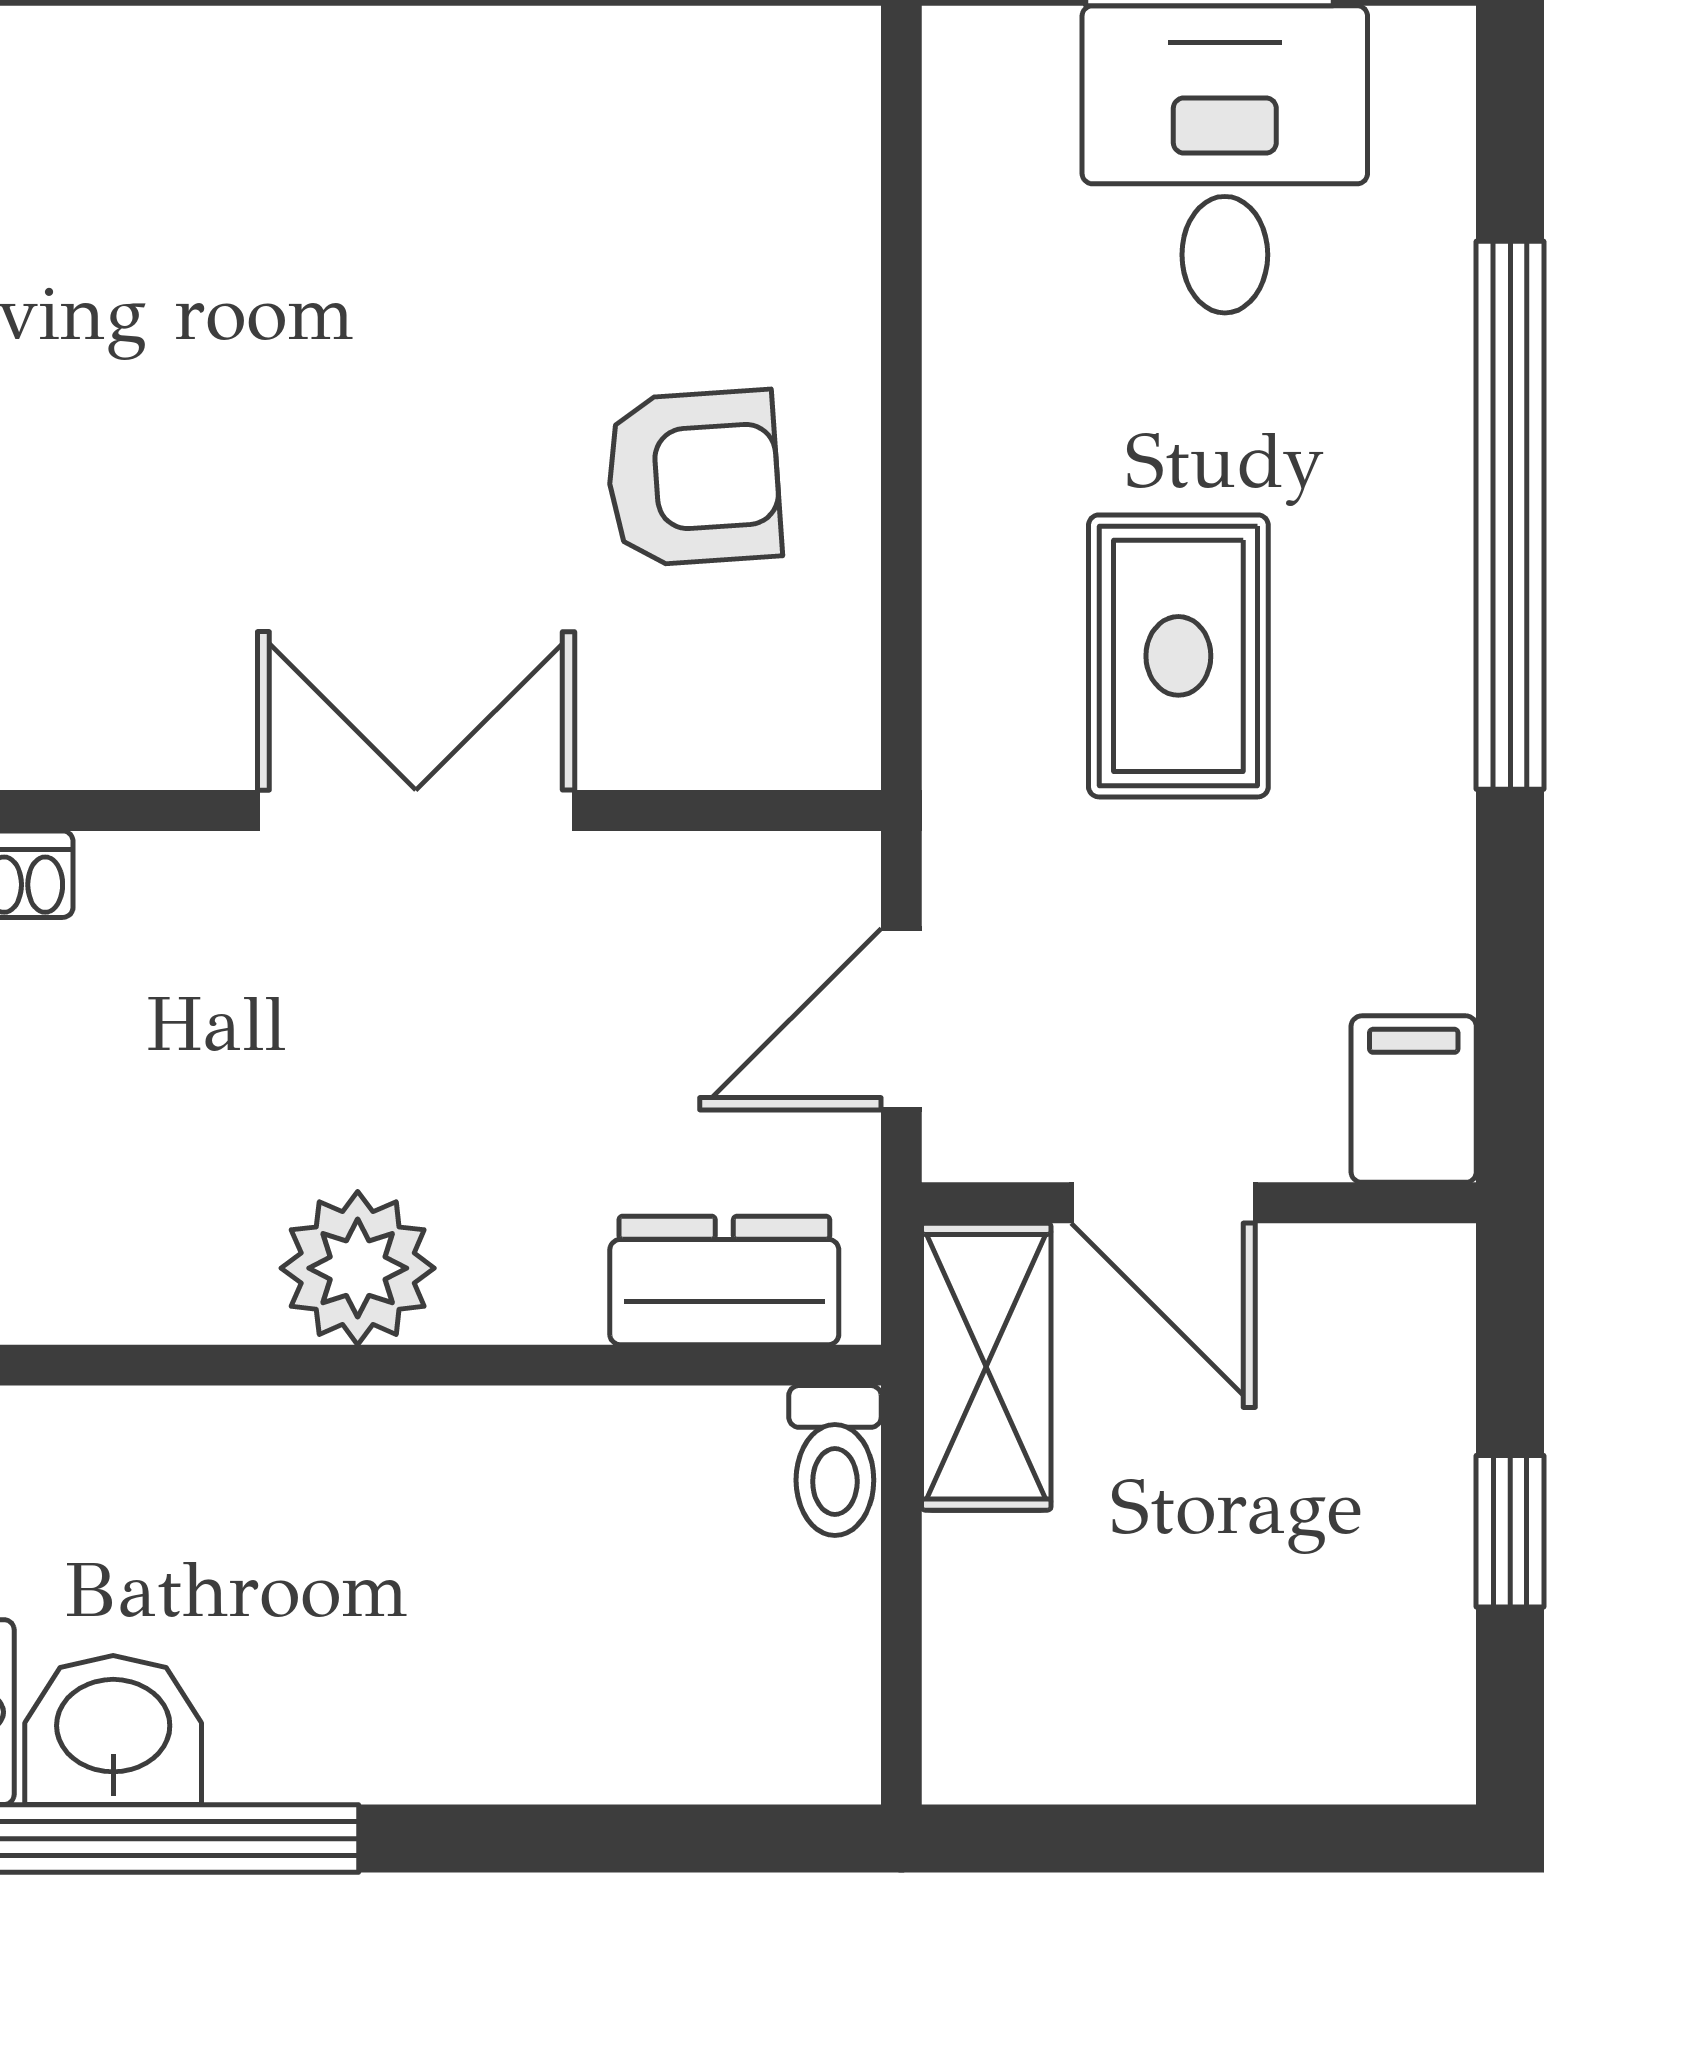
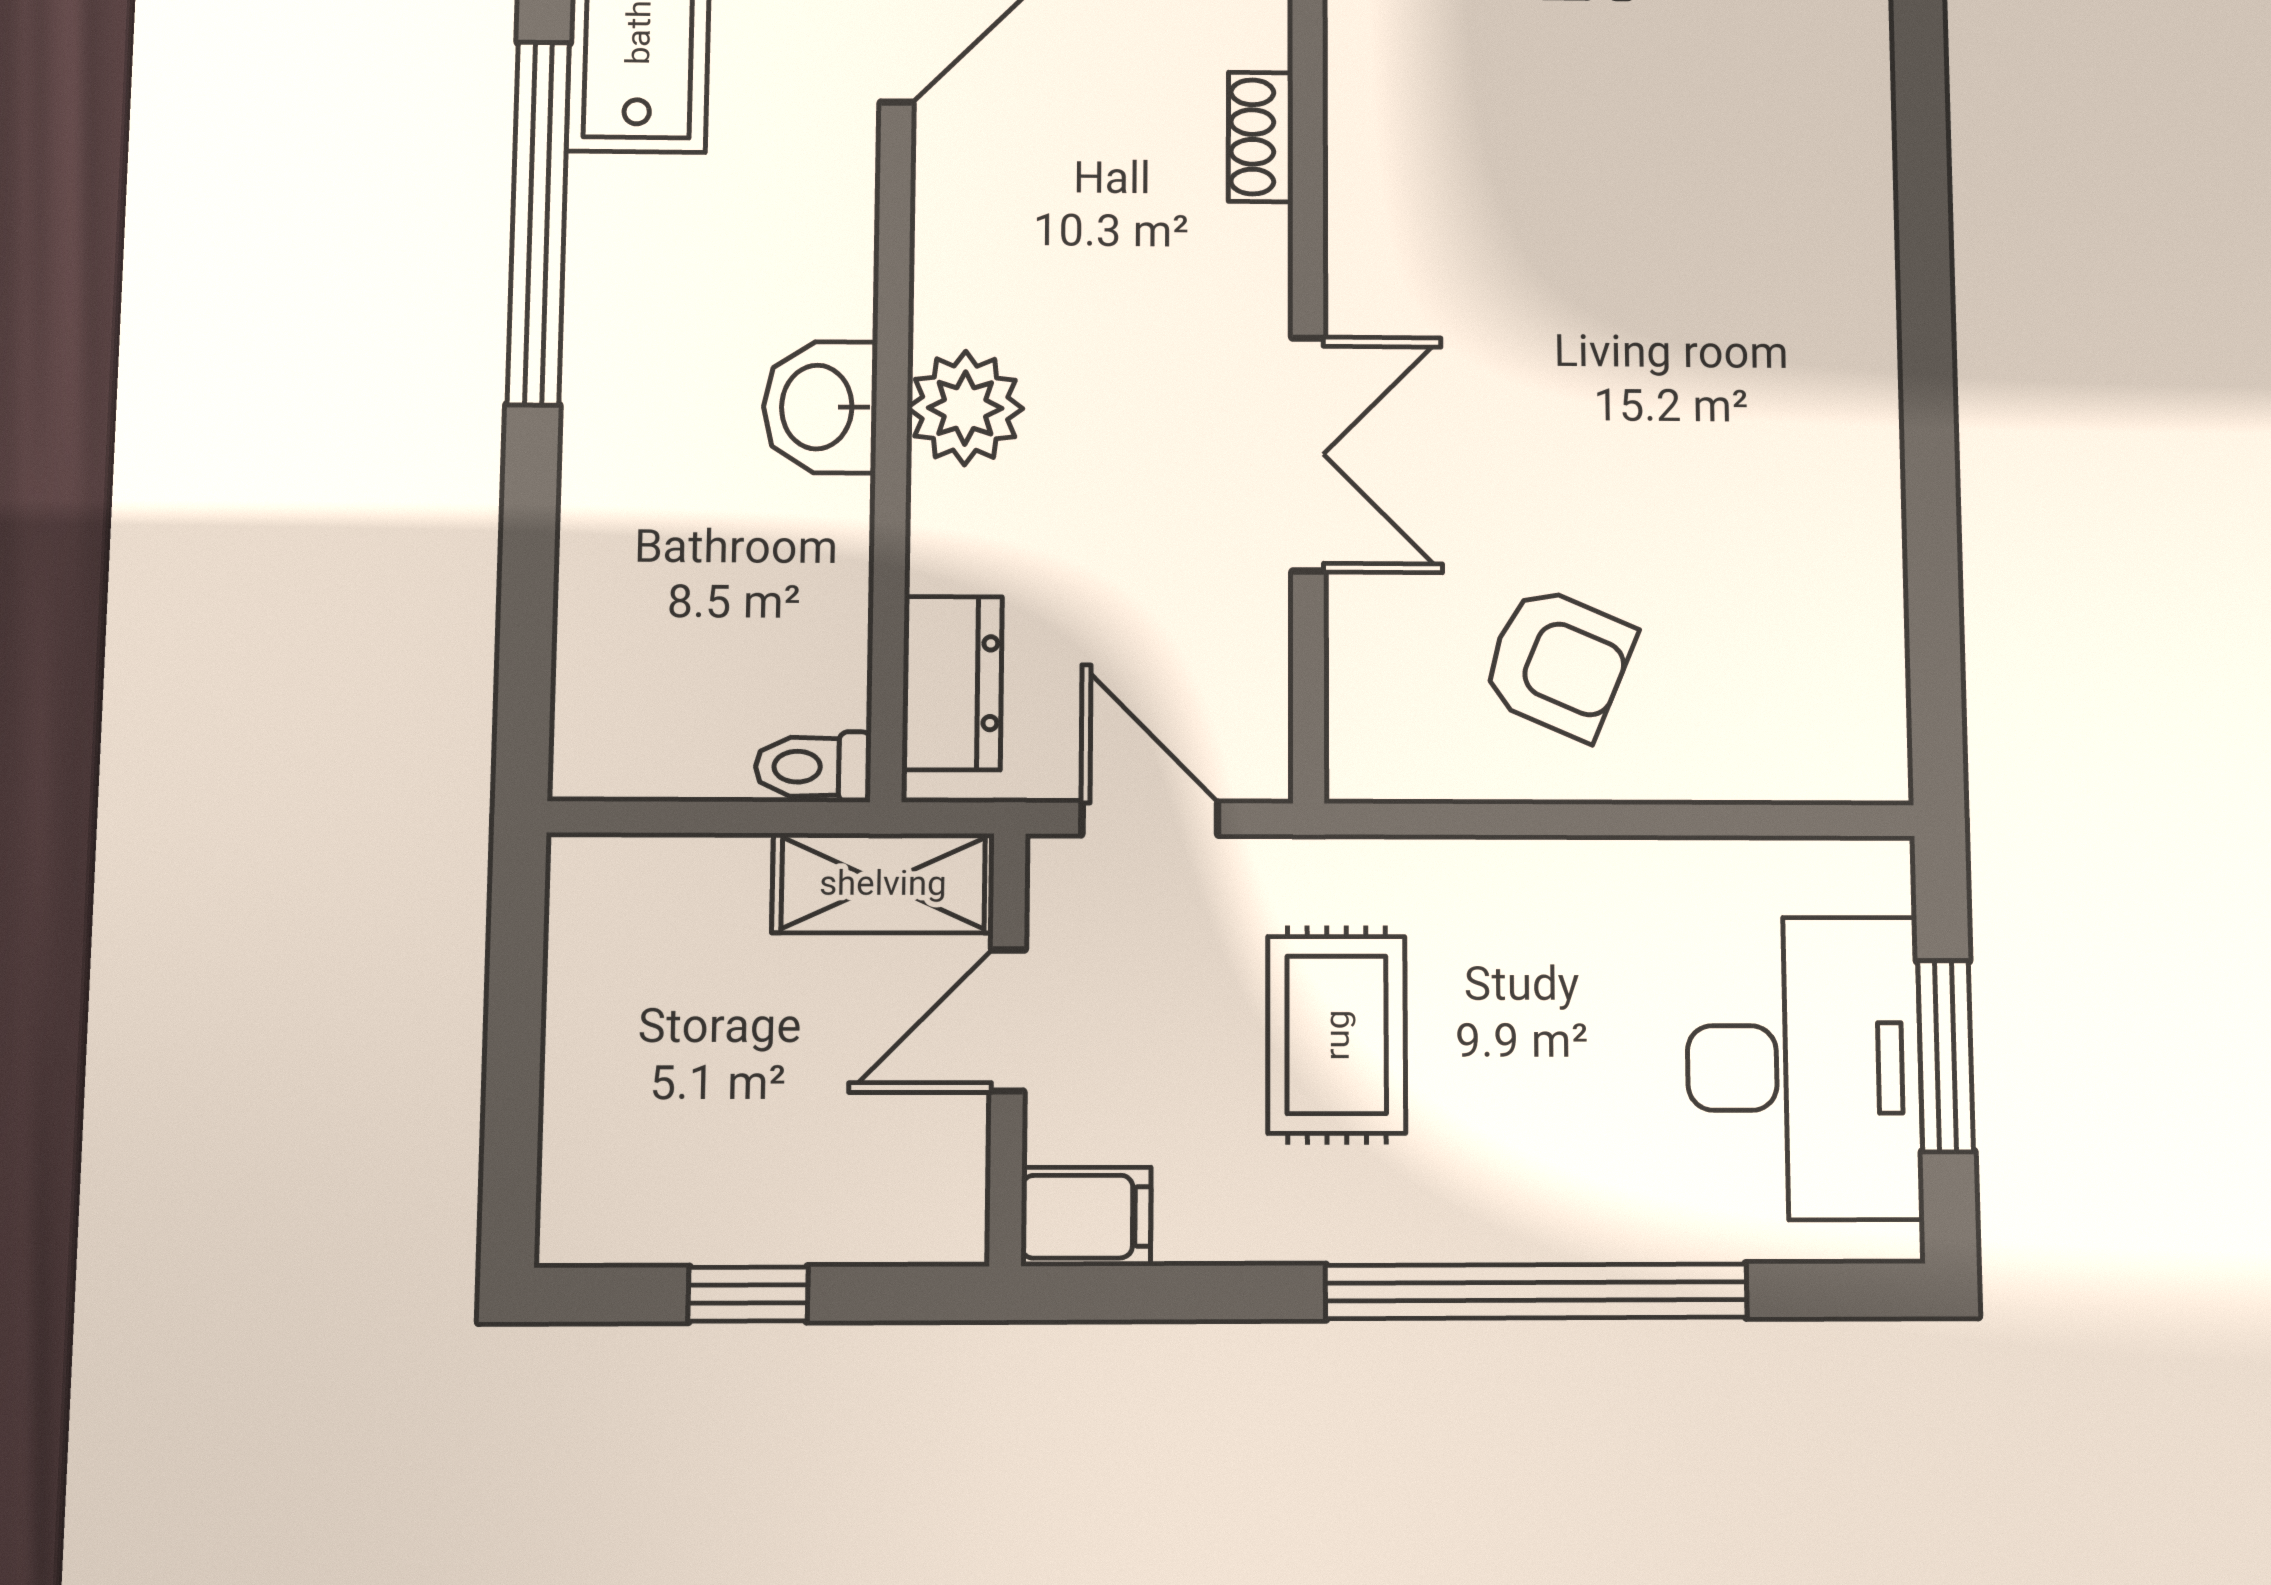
desk: (1225, 159) -> (1804, 1068), width x1.37
armchair: (693, 478) -> (1558, 662), turned -63
rug: (1178, 656) -> (1337, 1035), moved, turned 90
washbasin: (113, 1730) -> (820, 407), moved, turned 180

